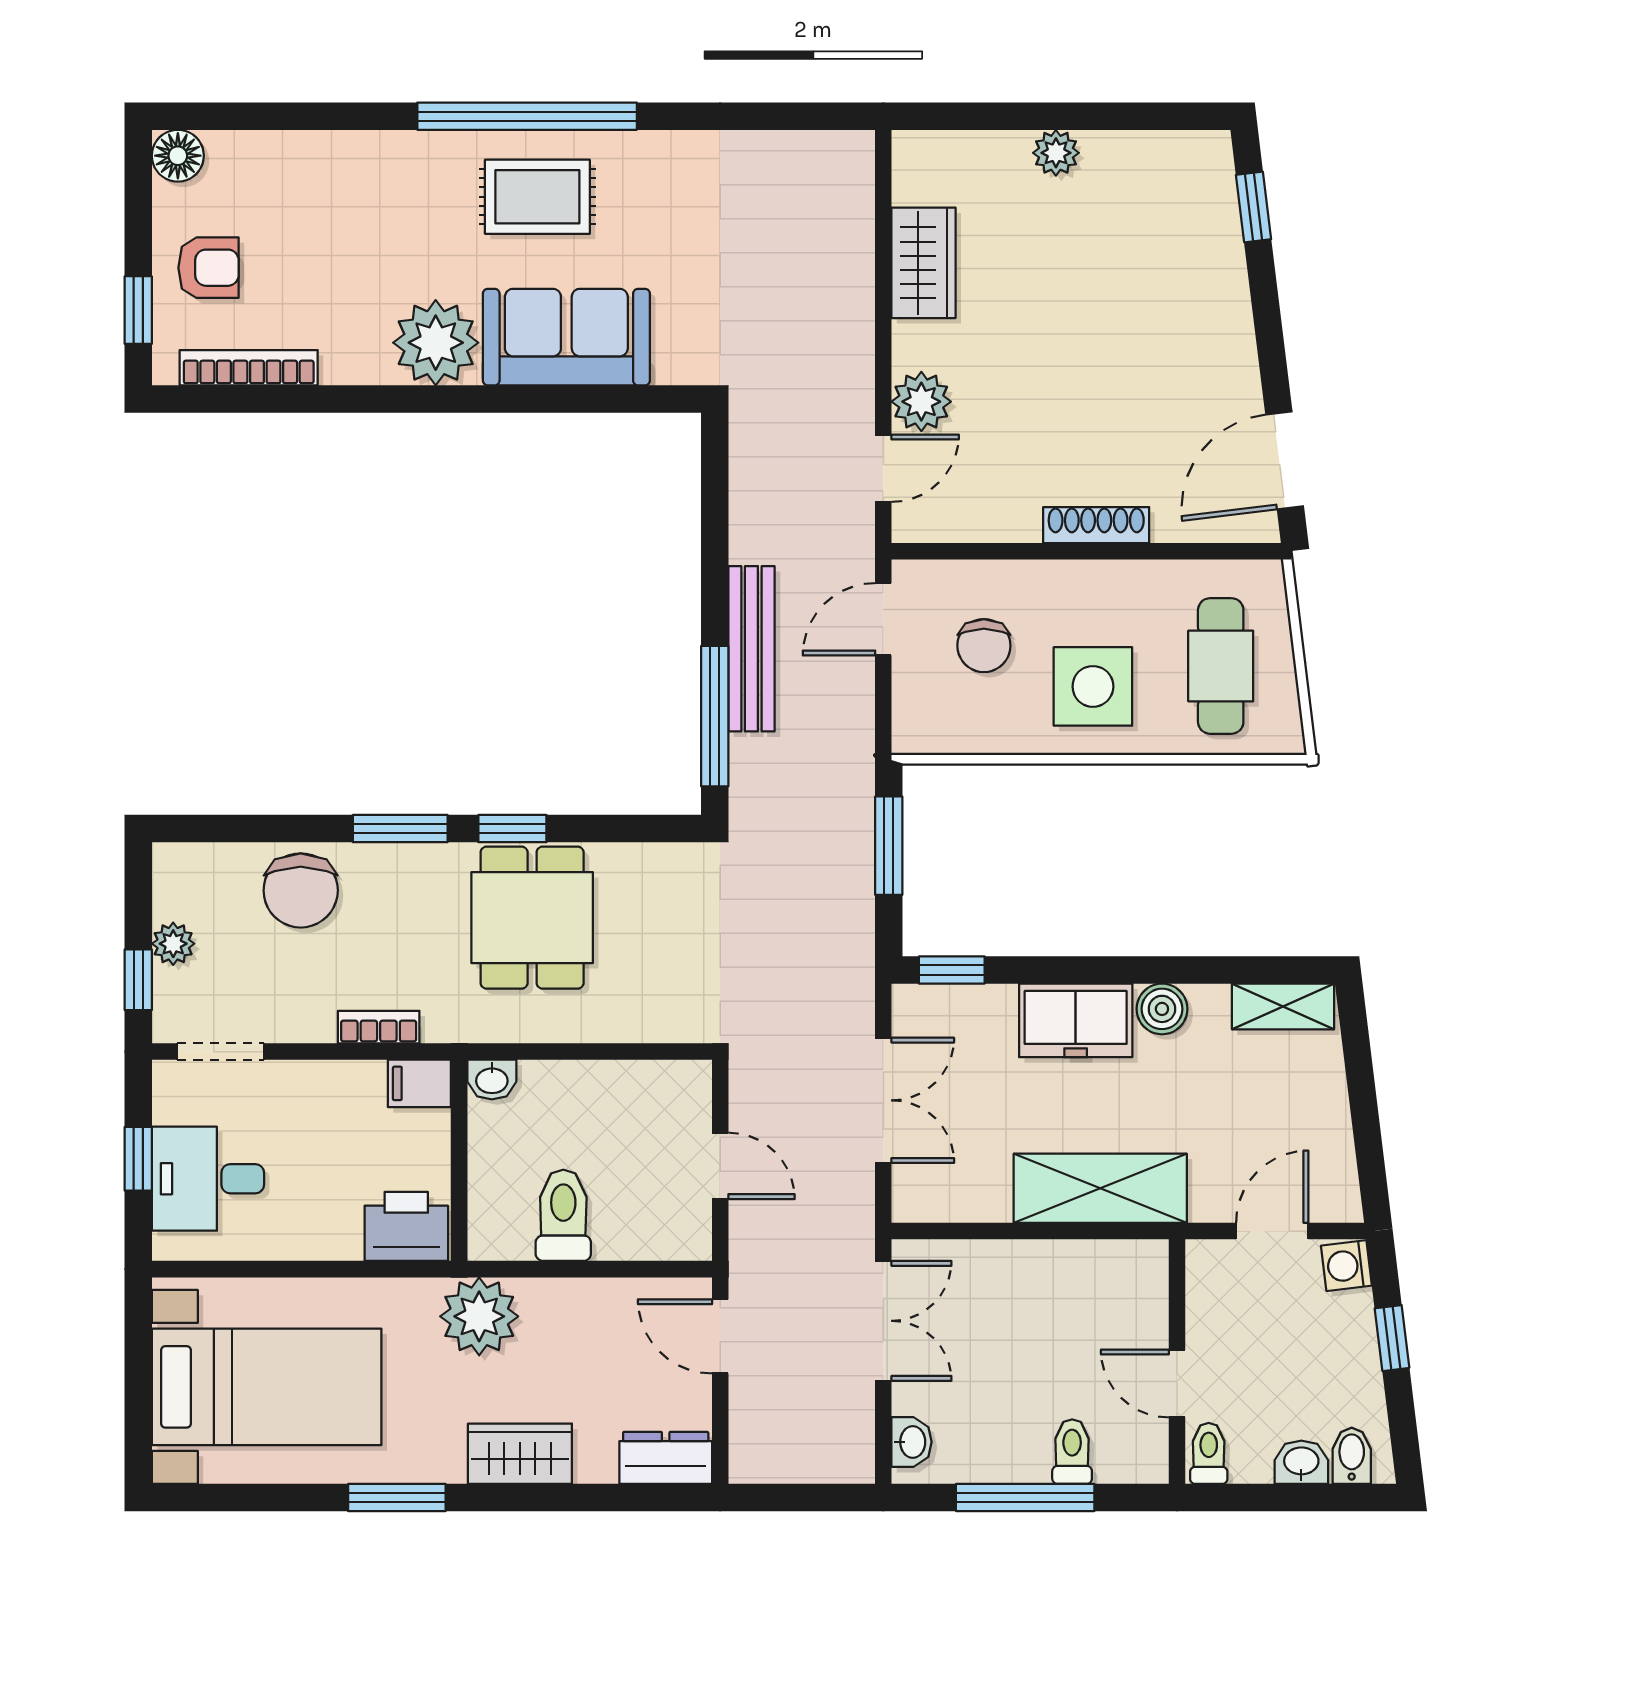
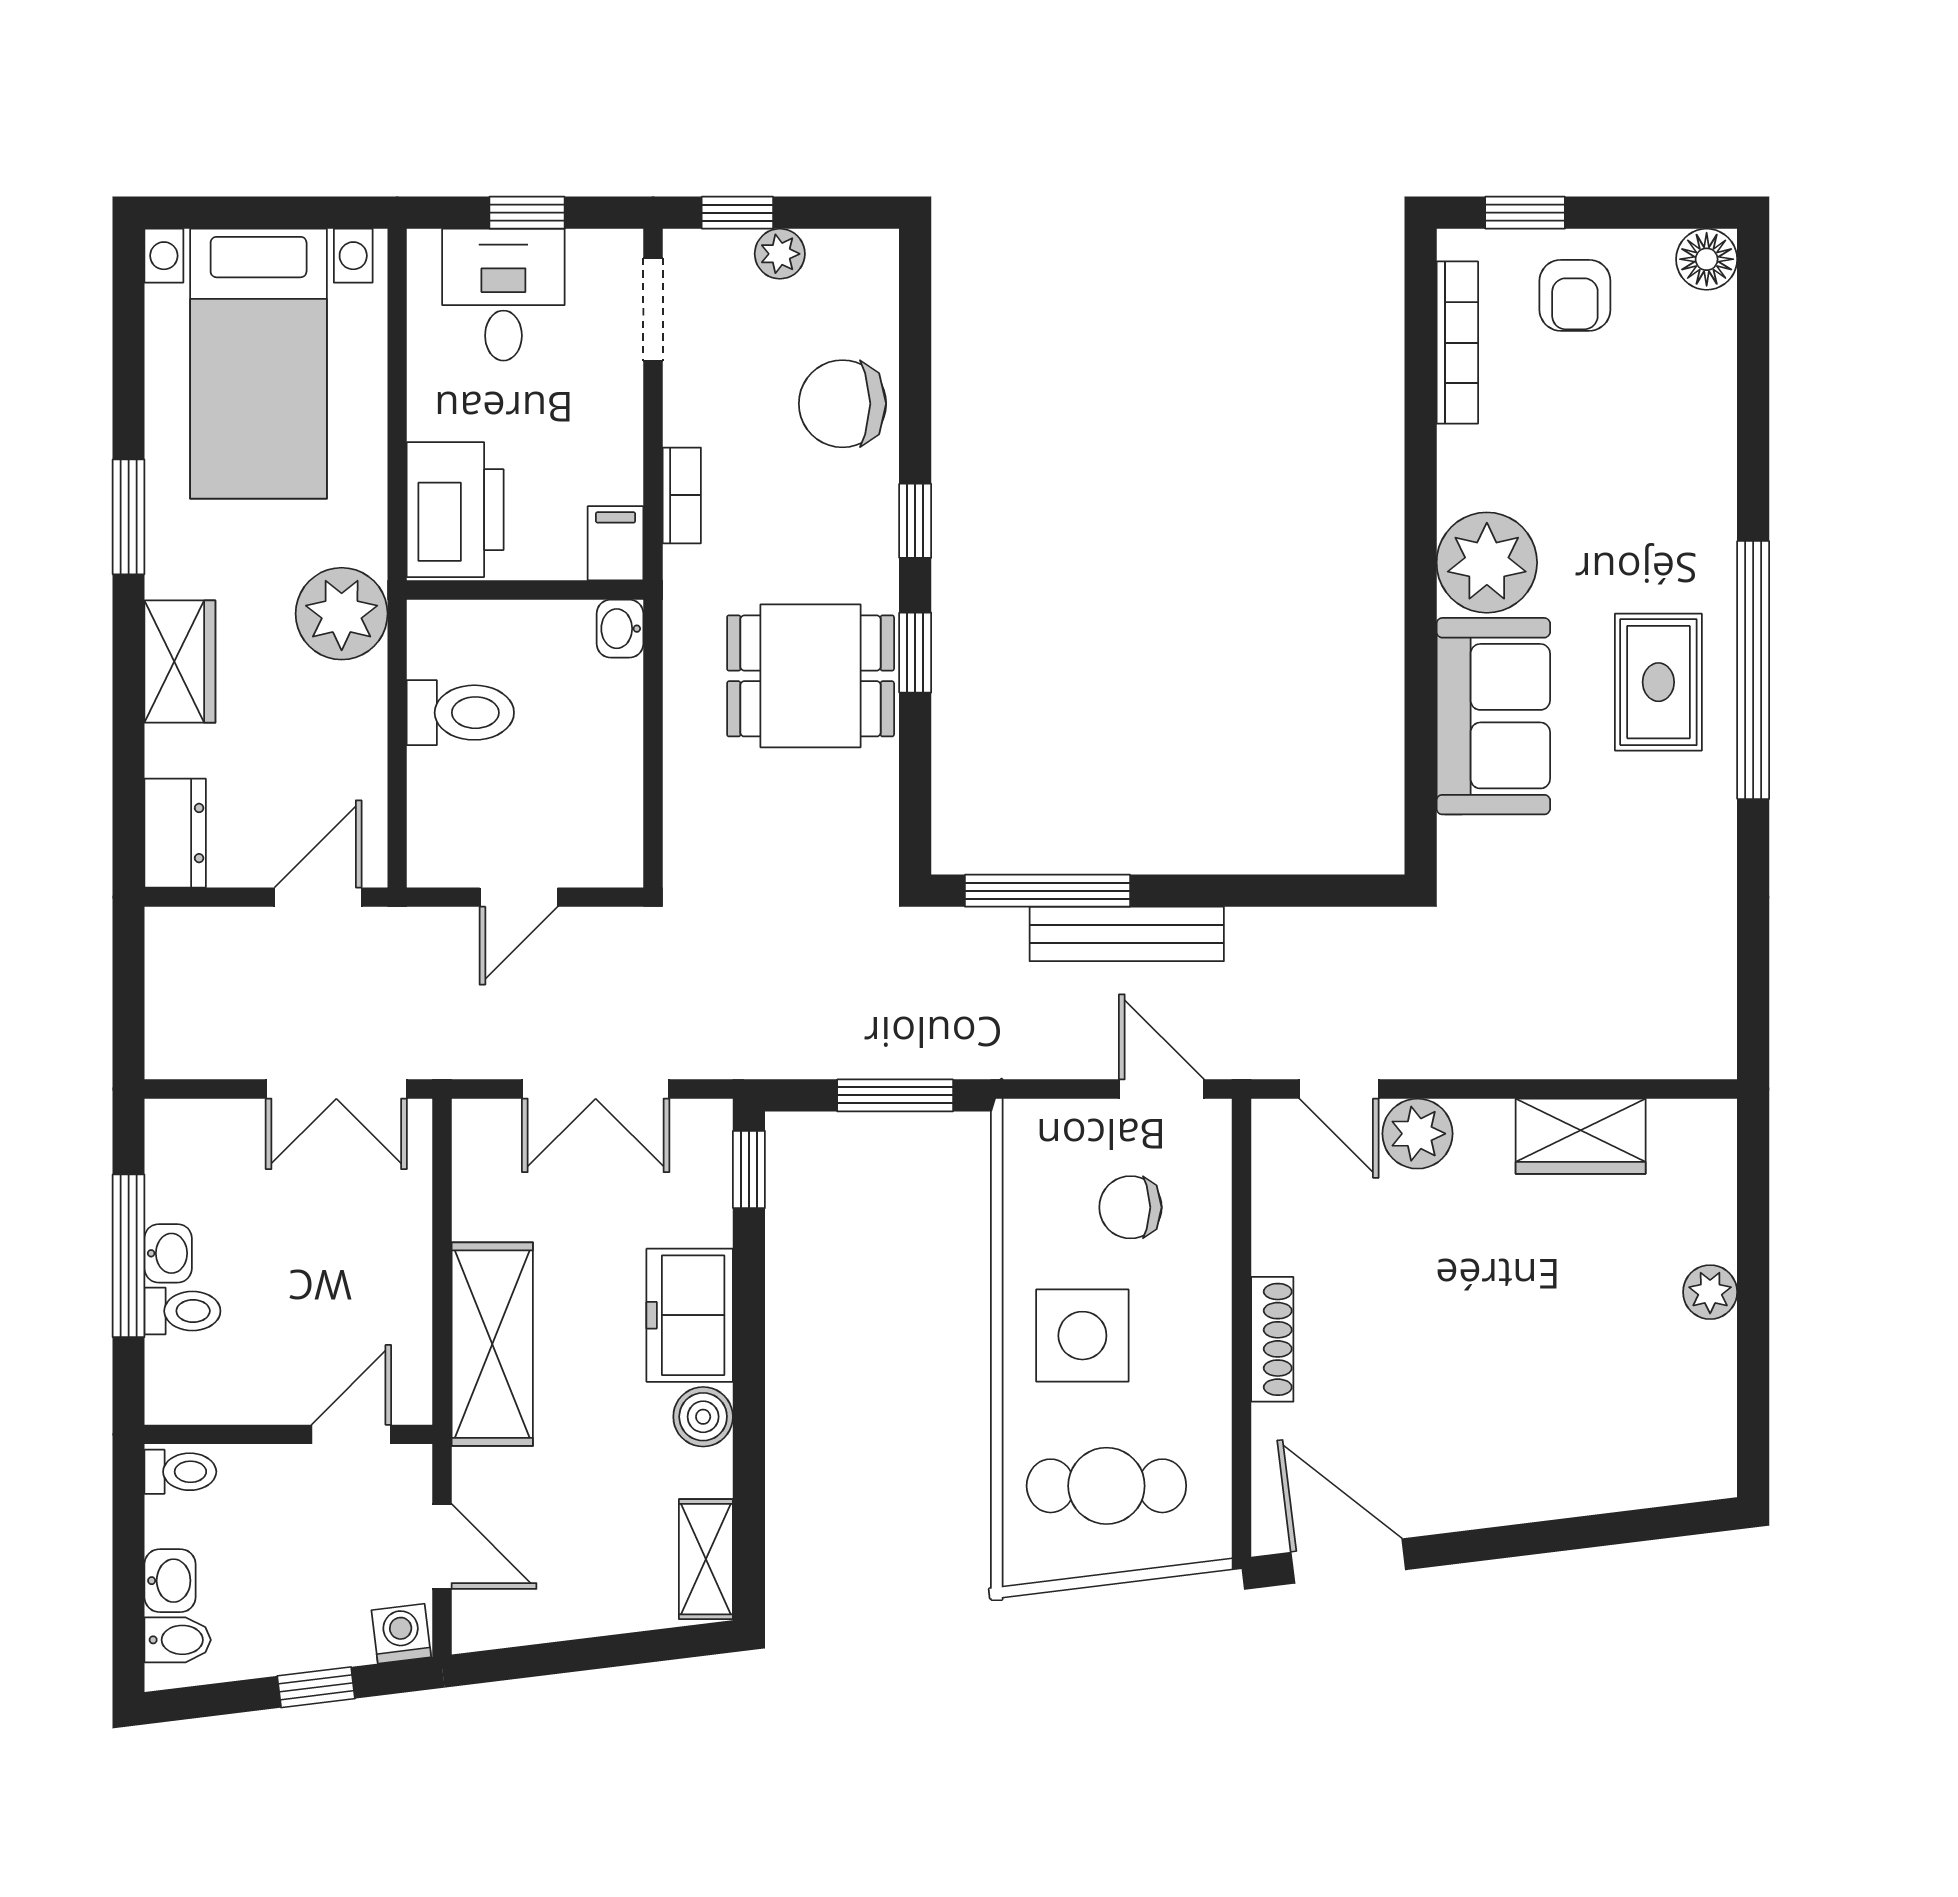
window: (1254, 207) -> (1646, 1524), removed
window: (400, 829) -> (915, 521), width x0.67
printer: (406, 1226) -> (455, 510), width x1.37, depth x1.19
door: (1177, 1383) -> (351, 1434), moved
washbasin: (912, 1442) -> (168, 1253), moved, turned -90

